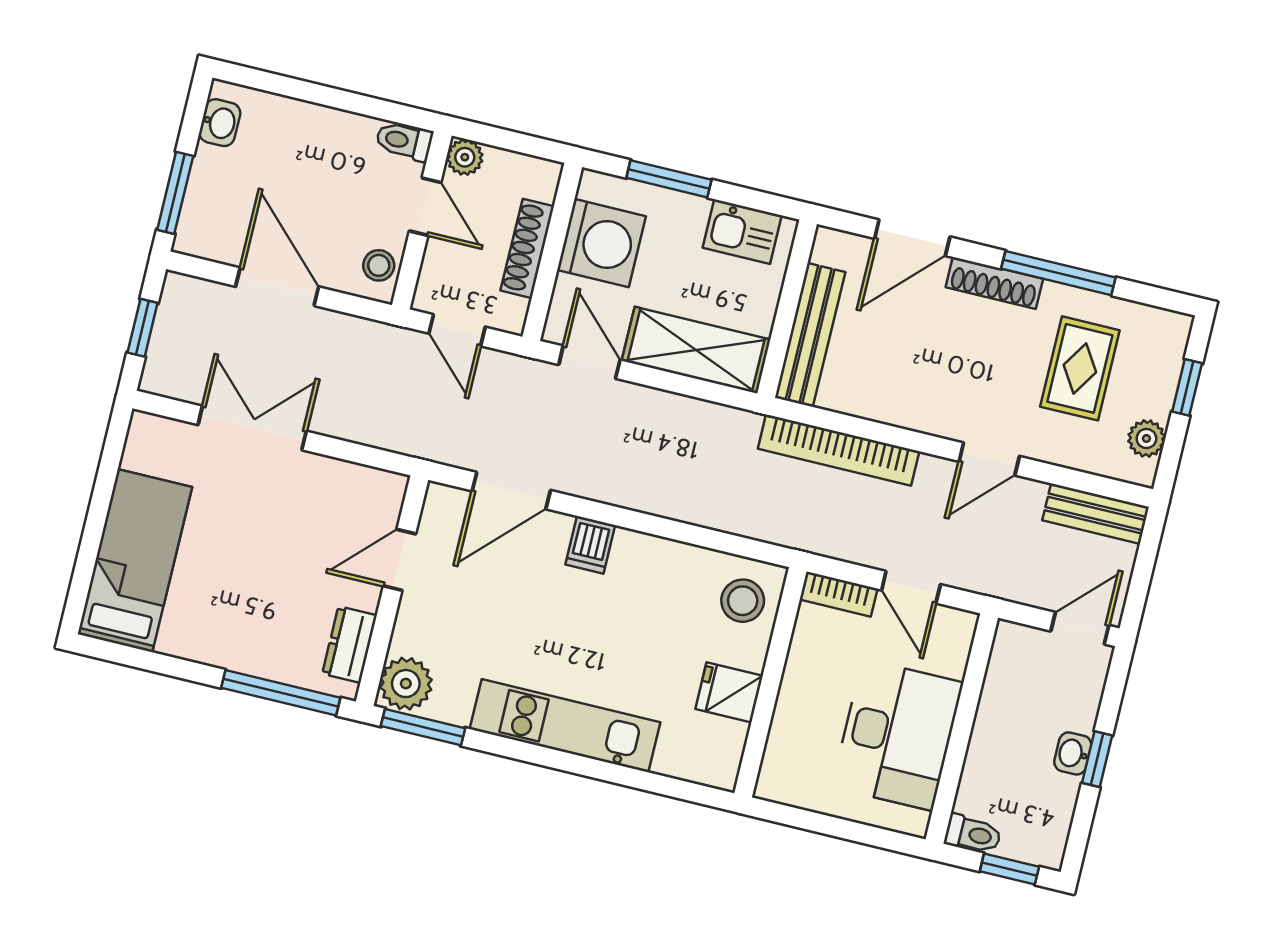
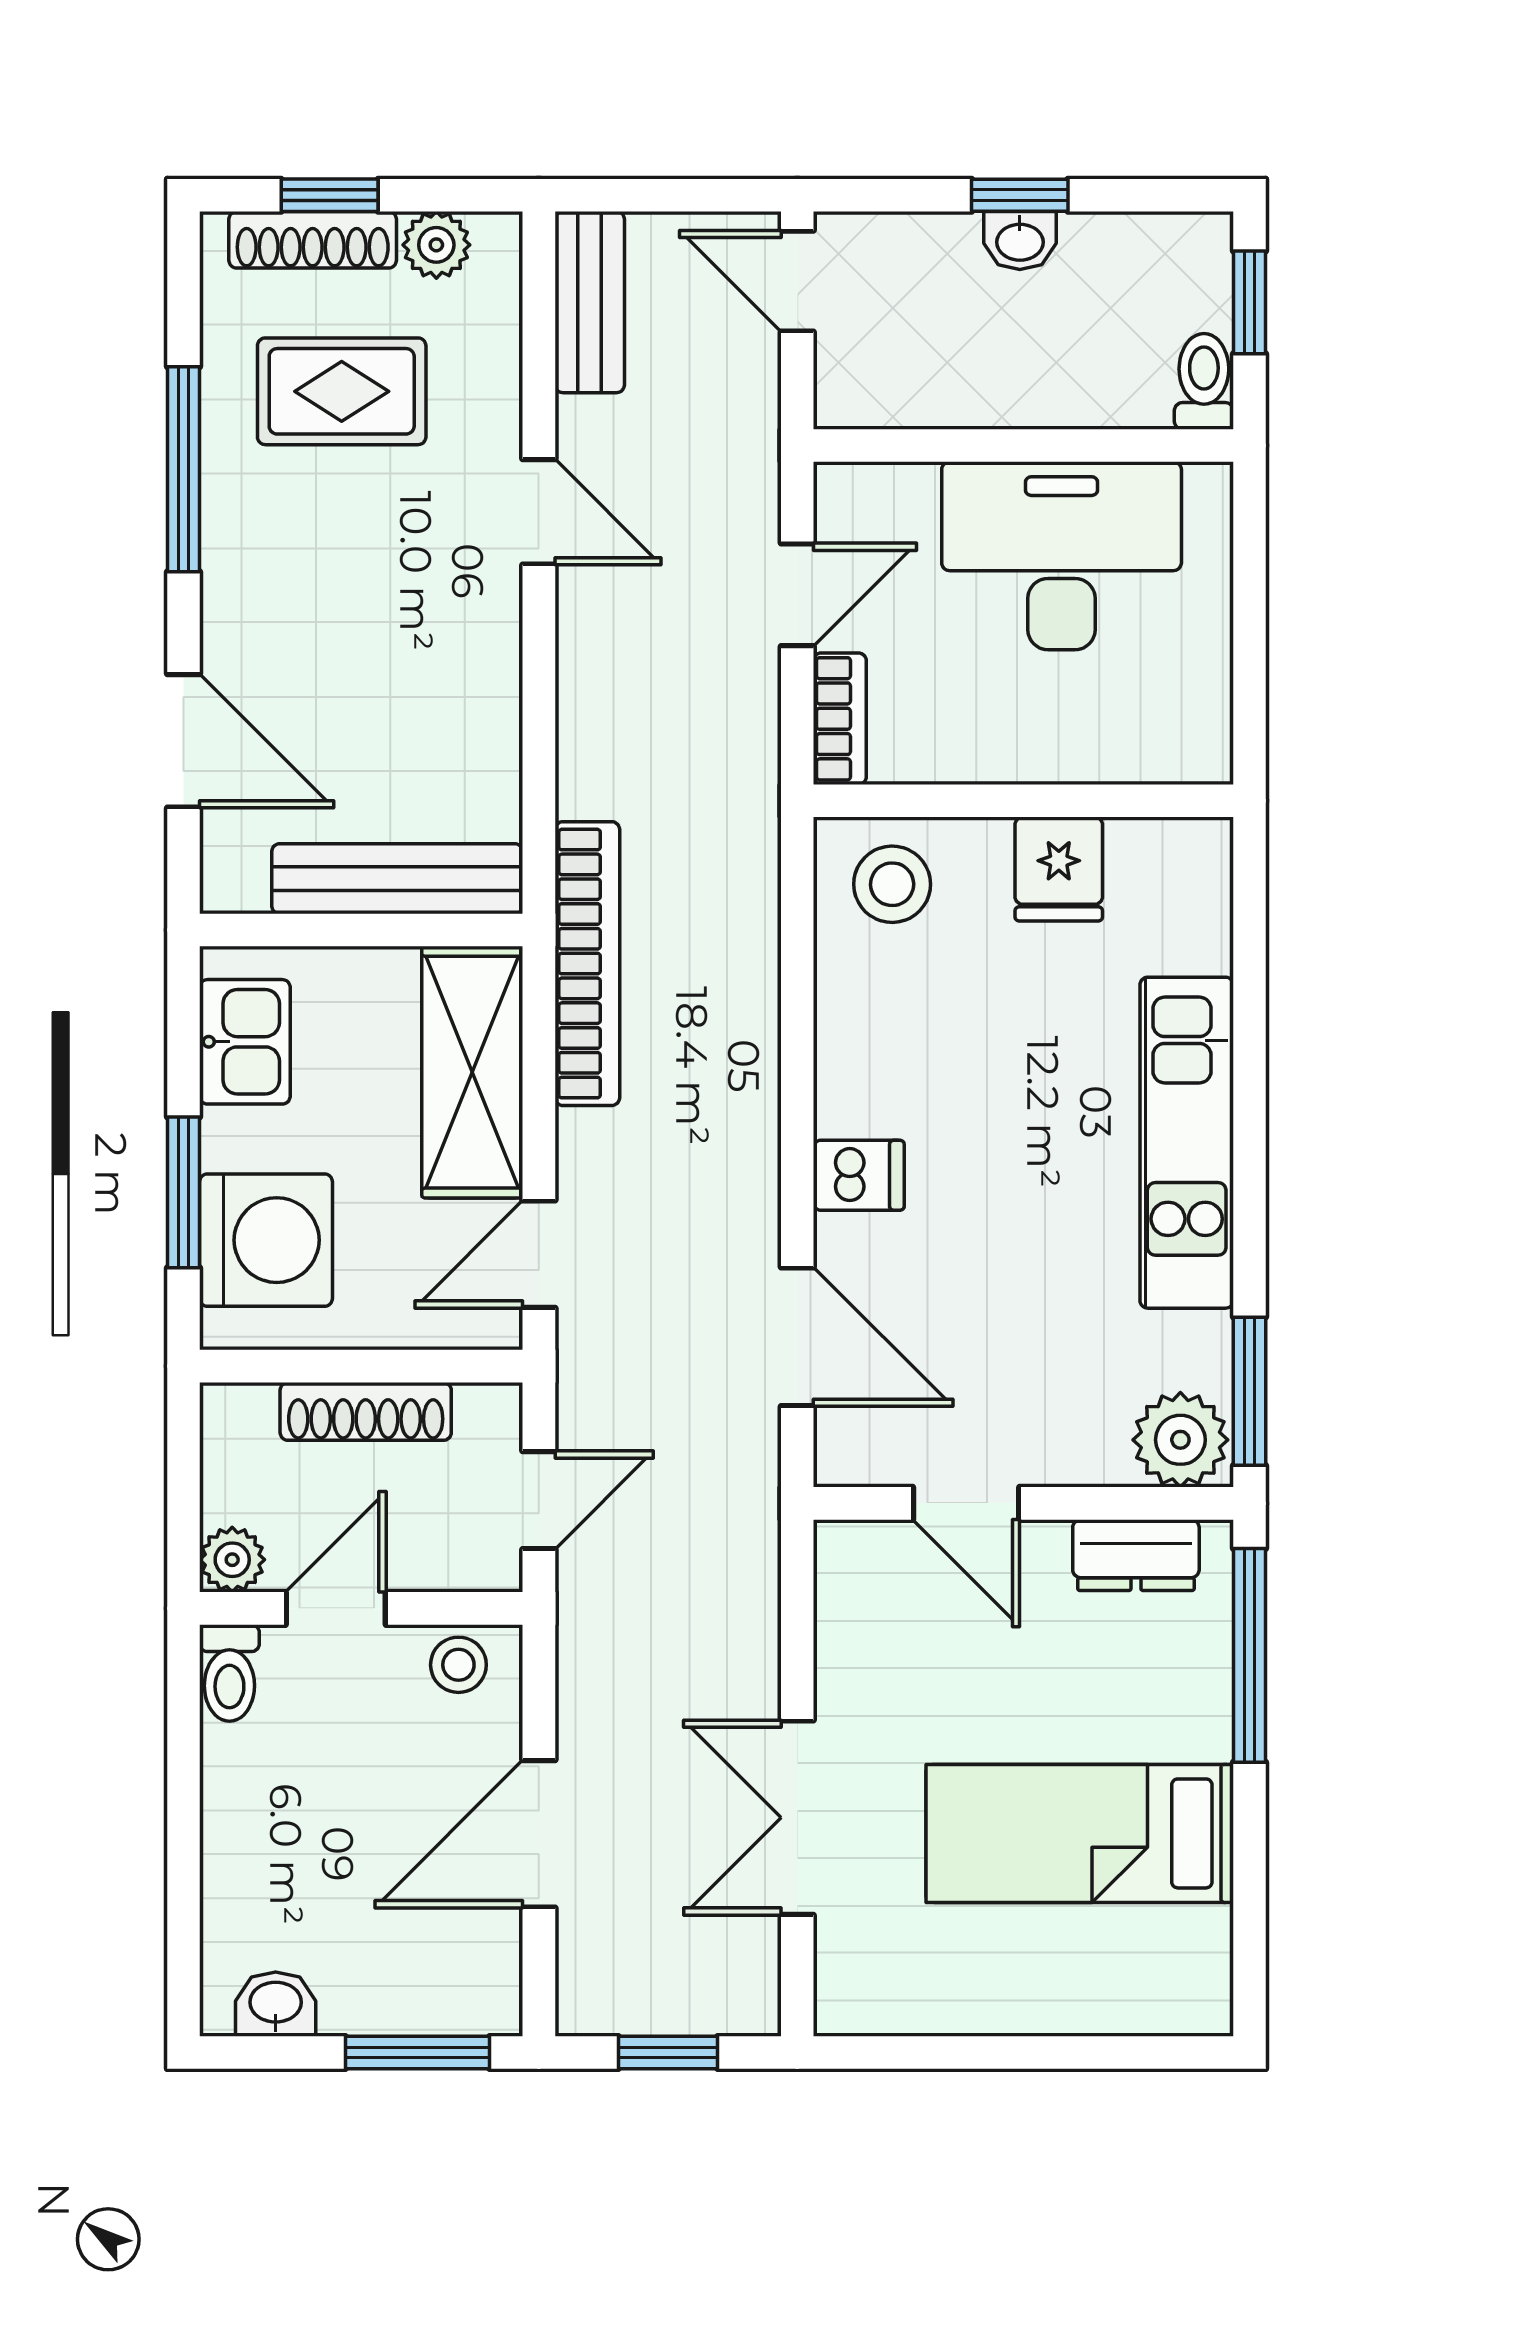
washing machine: (601, 243) -> (266, 1240), moved, turned 90
shoe rack: (994, 283) -> (313, 240), moved, turned 90
bookcase: (839, 450) -> (587, 964), moved
bed: (135, 561) -> (1080, 1833), moved

